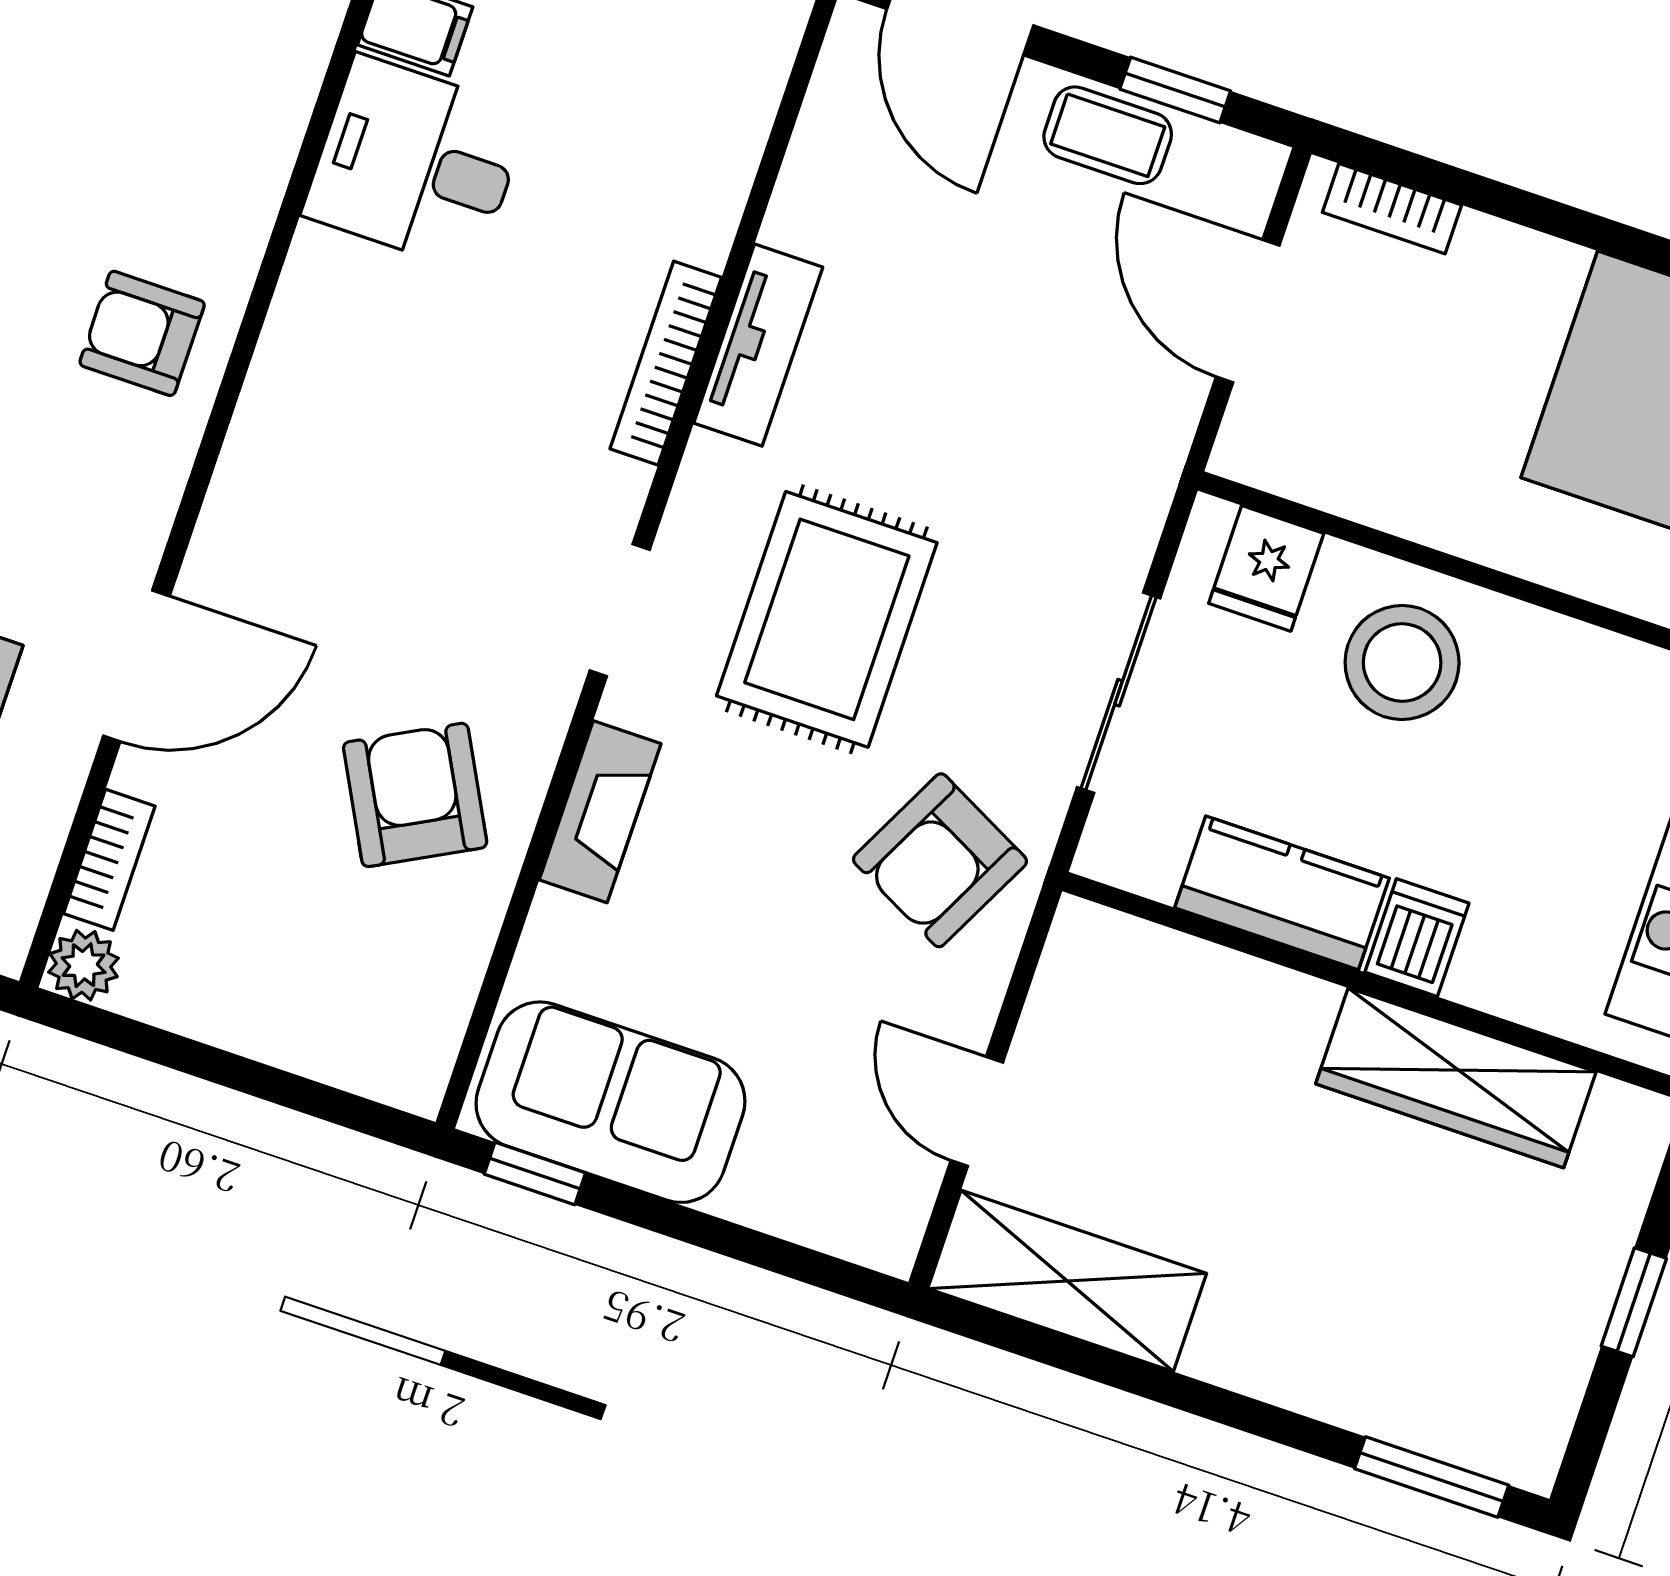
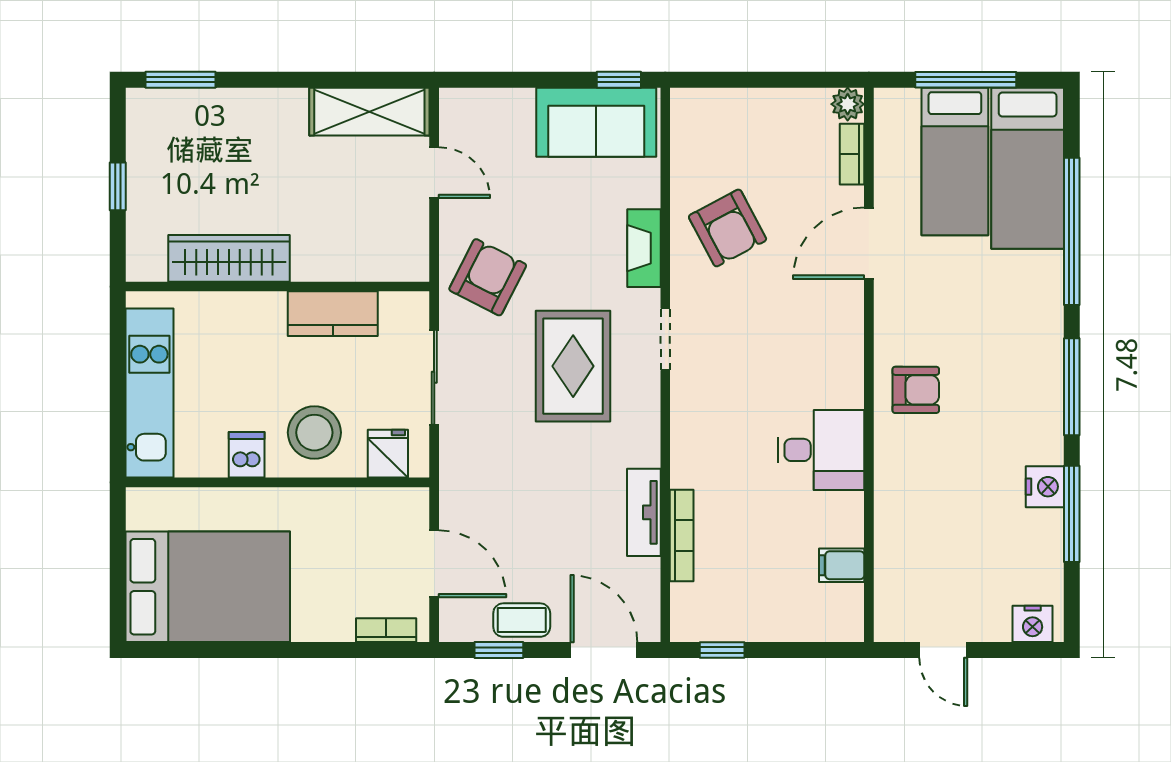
desk: (416, 163) -> (821, 450), moved
tv unit: (758, 345) -> (644, 512), moved
bookcase: (666, 363) -> (682, 536), moved
dishwasher: (1417, 938) -> (247, 455), moved, turned 180

